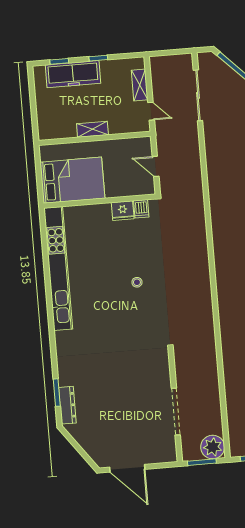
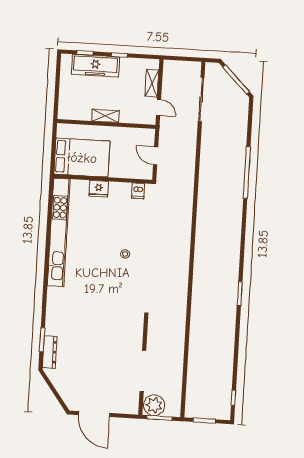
fridge: (123, 211) -> (99, 189), moved
plant: (213, 447) -> (154, 405), moved

